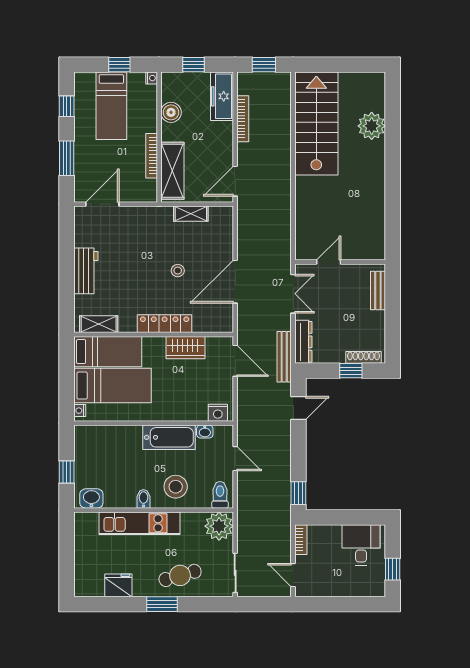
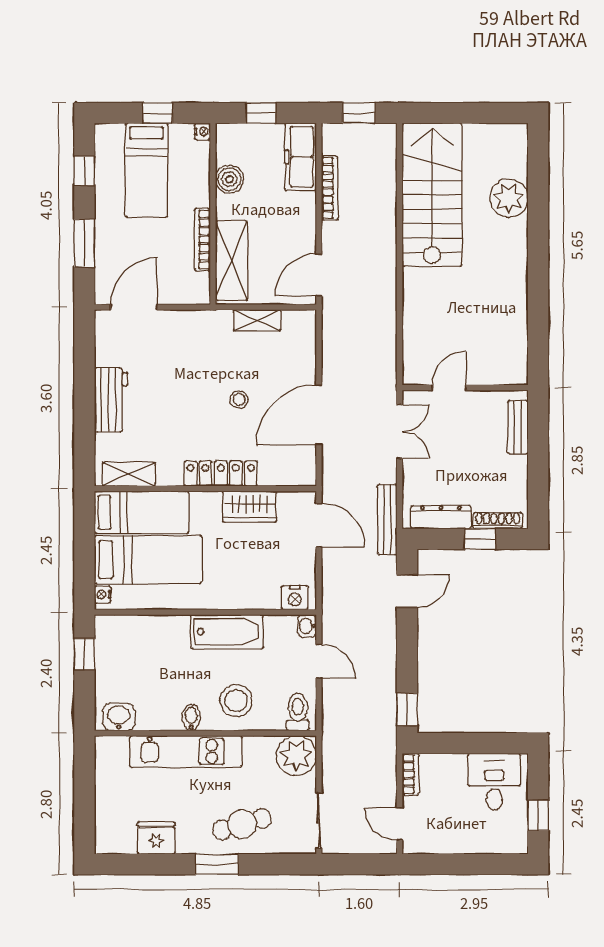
dresser: (303, 342) -> (441, 517), moved, turned -90
washbasin: (205, 432) -> (307, 626), moved, turned 90
window: (67, 472) -> (84, 654), moved

